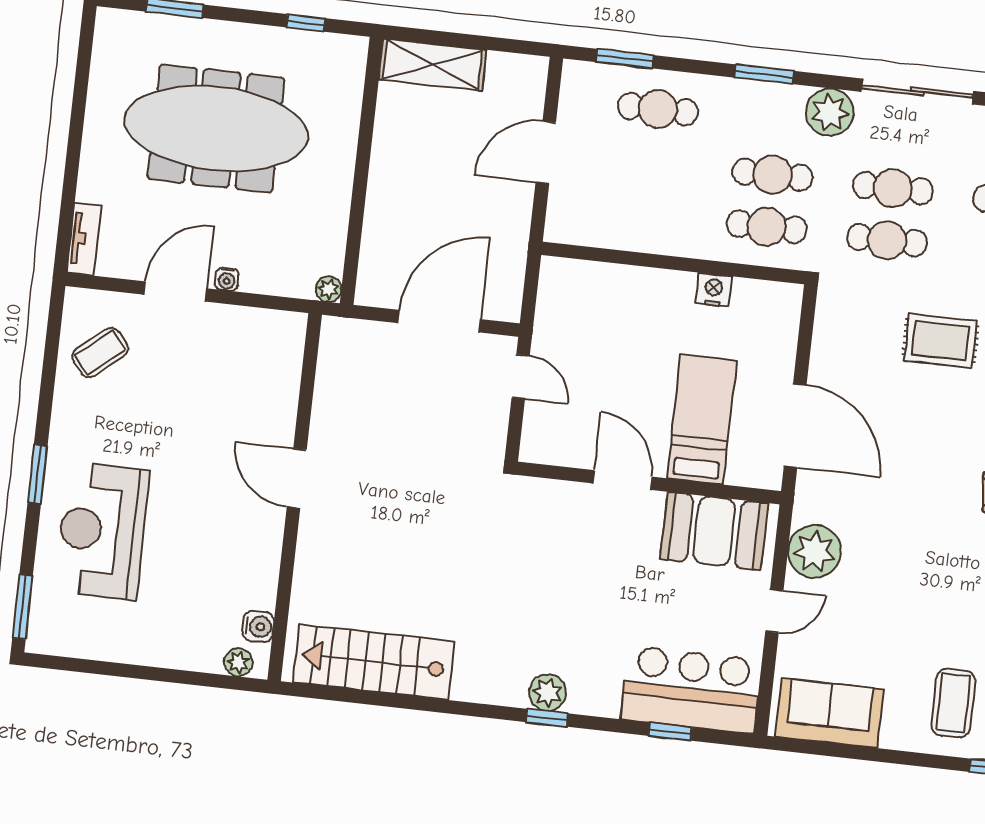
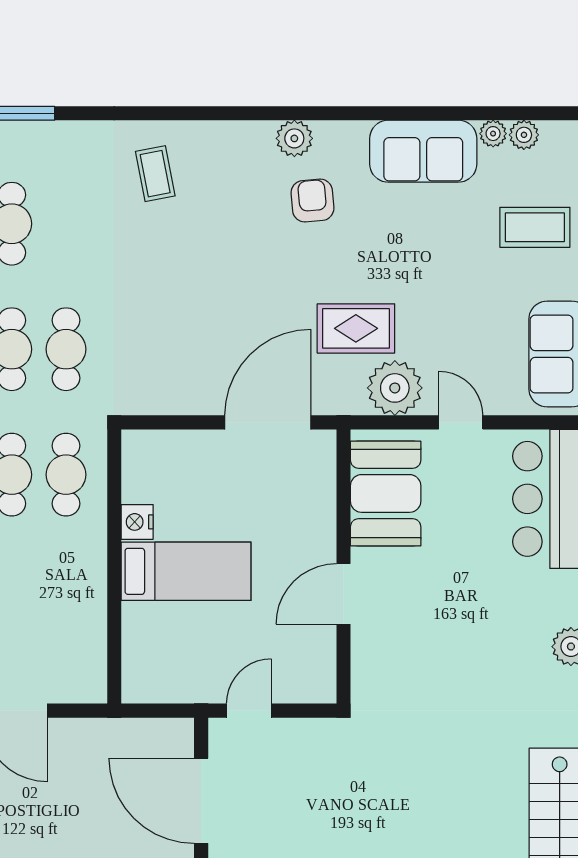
rug: (940, 341) -> (356, 328), moved, turned 90
bed: (702, 419) -> (186, 571), moved, turned 180

